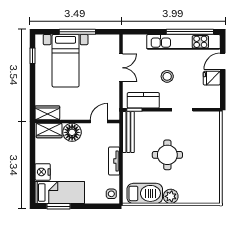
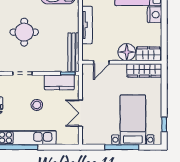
wardrobe: (47, 113) -> (144, 70), width x1.50
round table: (167, 155) -> (24, 32), moved
tv unit: (114, 161) -> (87, 25), width x1.41

